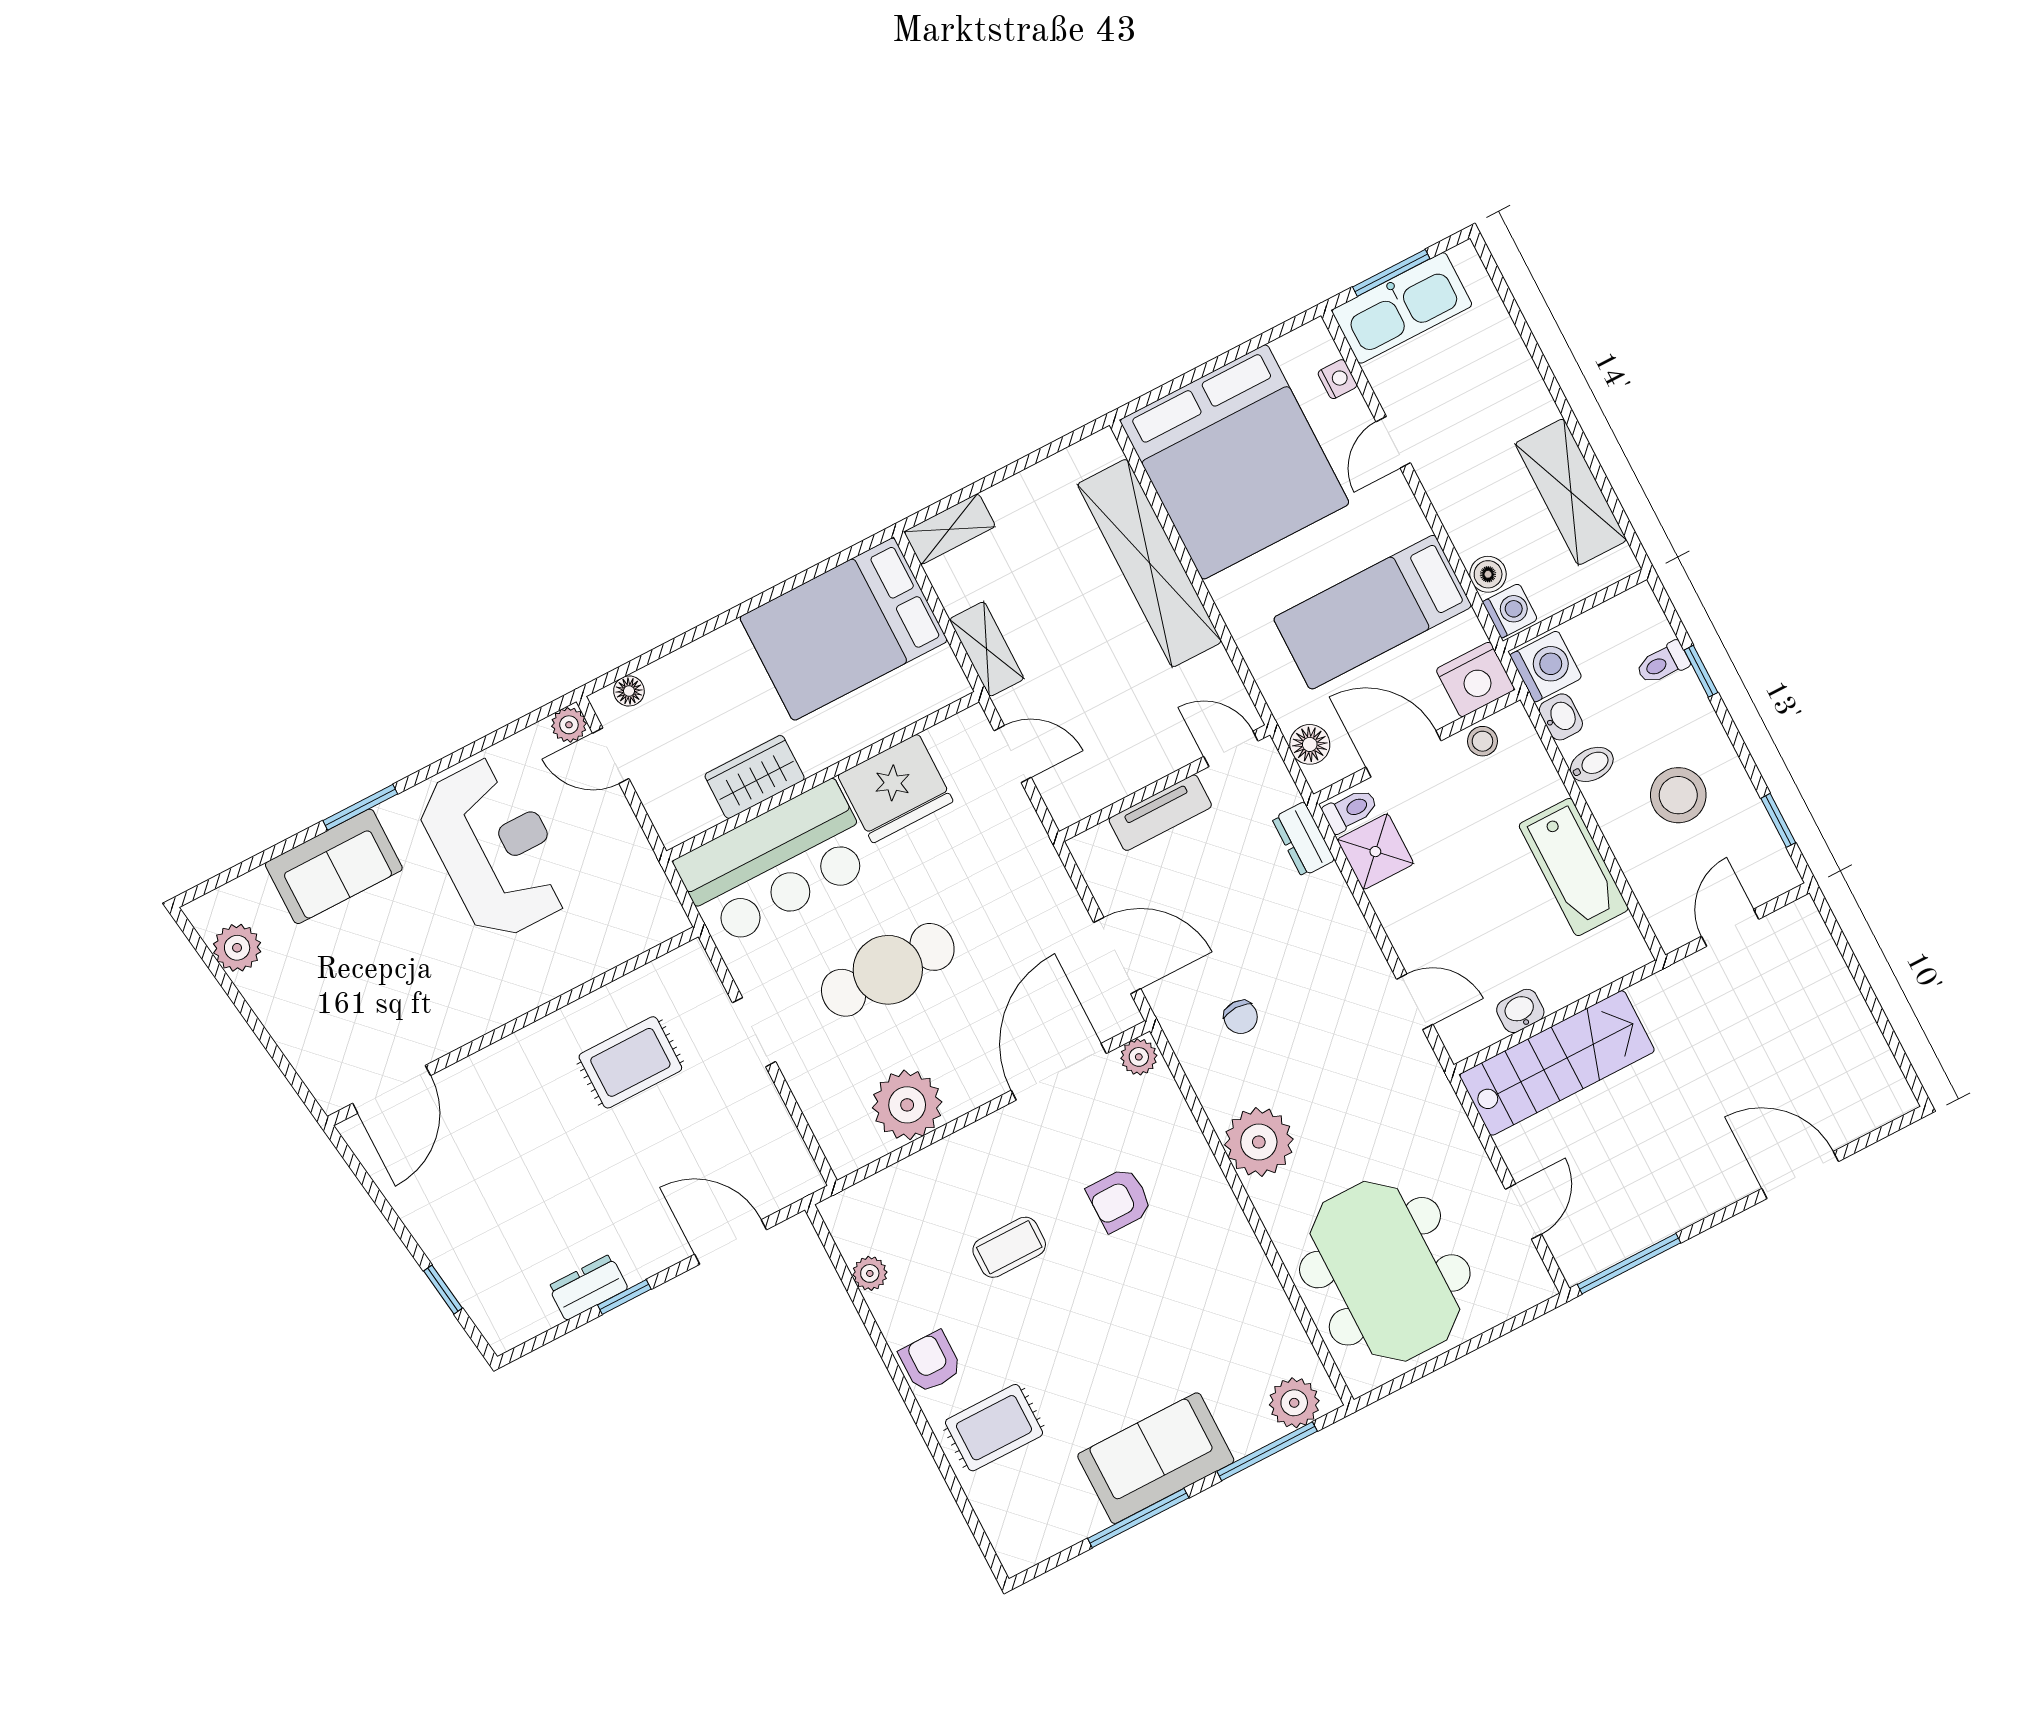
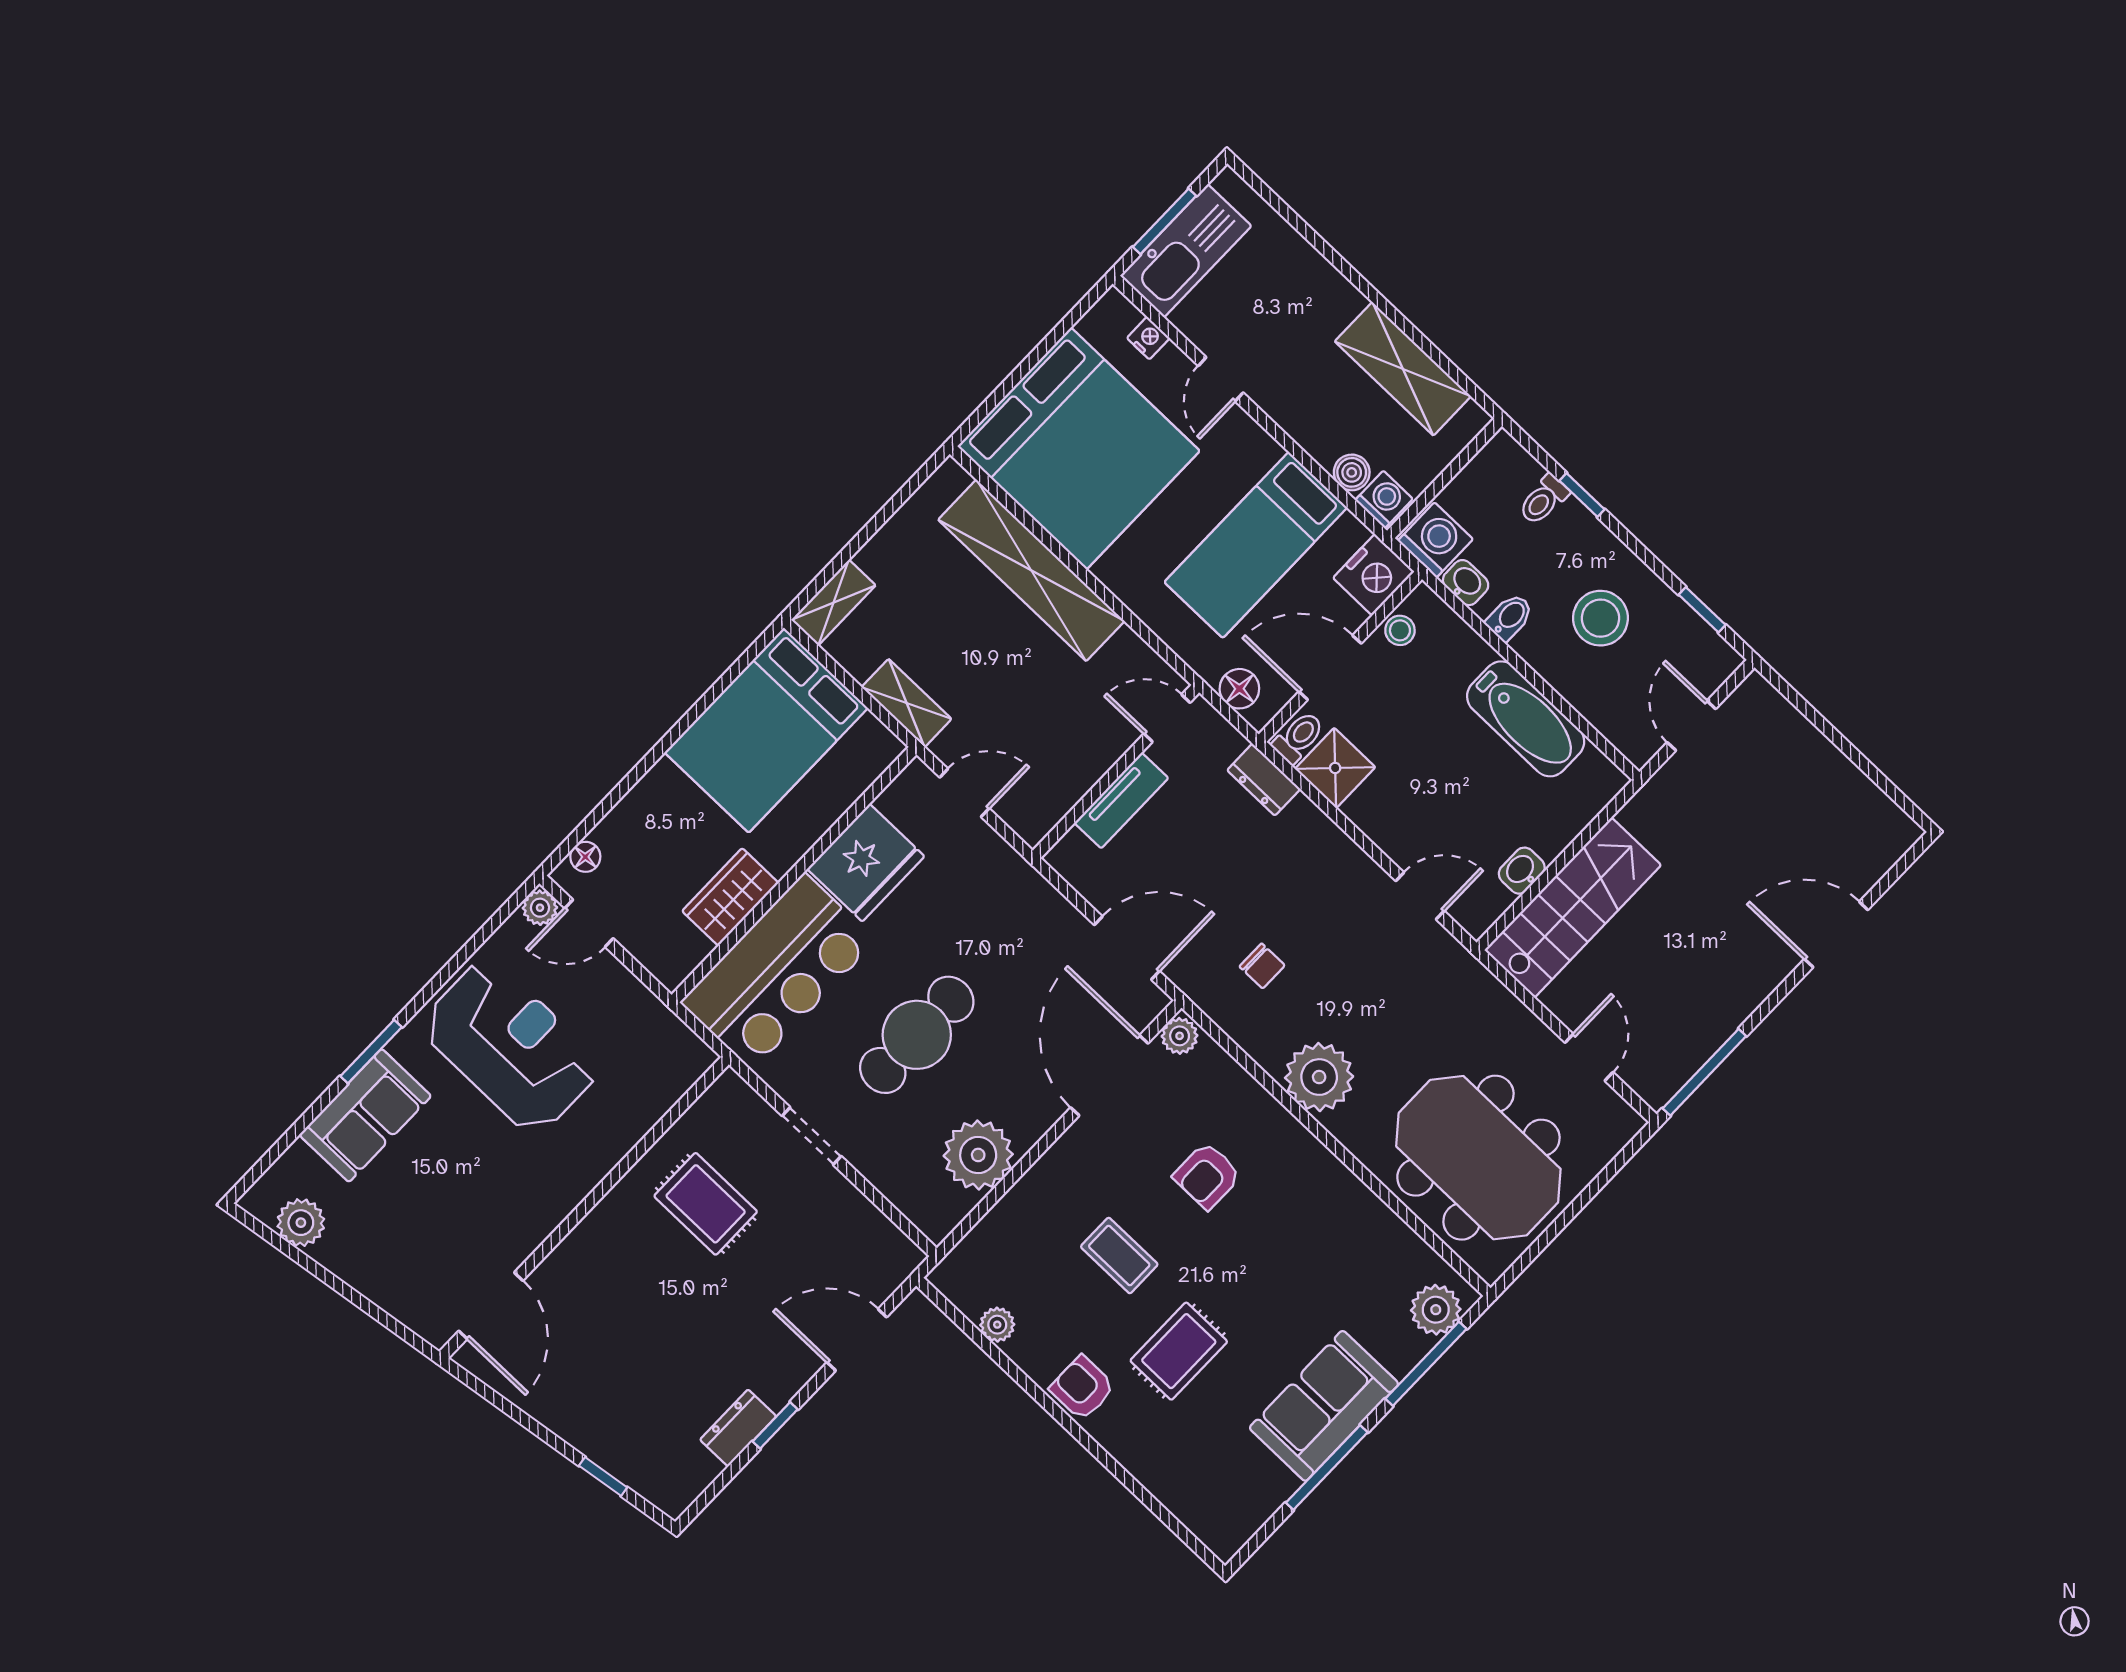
rug: (630, 1062) -> (706, 1204), turned 90
coffee table: (1009, 1247) -> (1119, 1255), turned 90
rug: (994, 1428) -> (1179, 1351), moved

